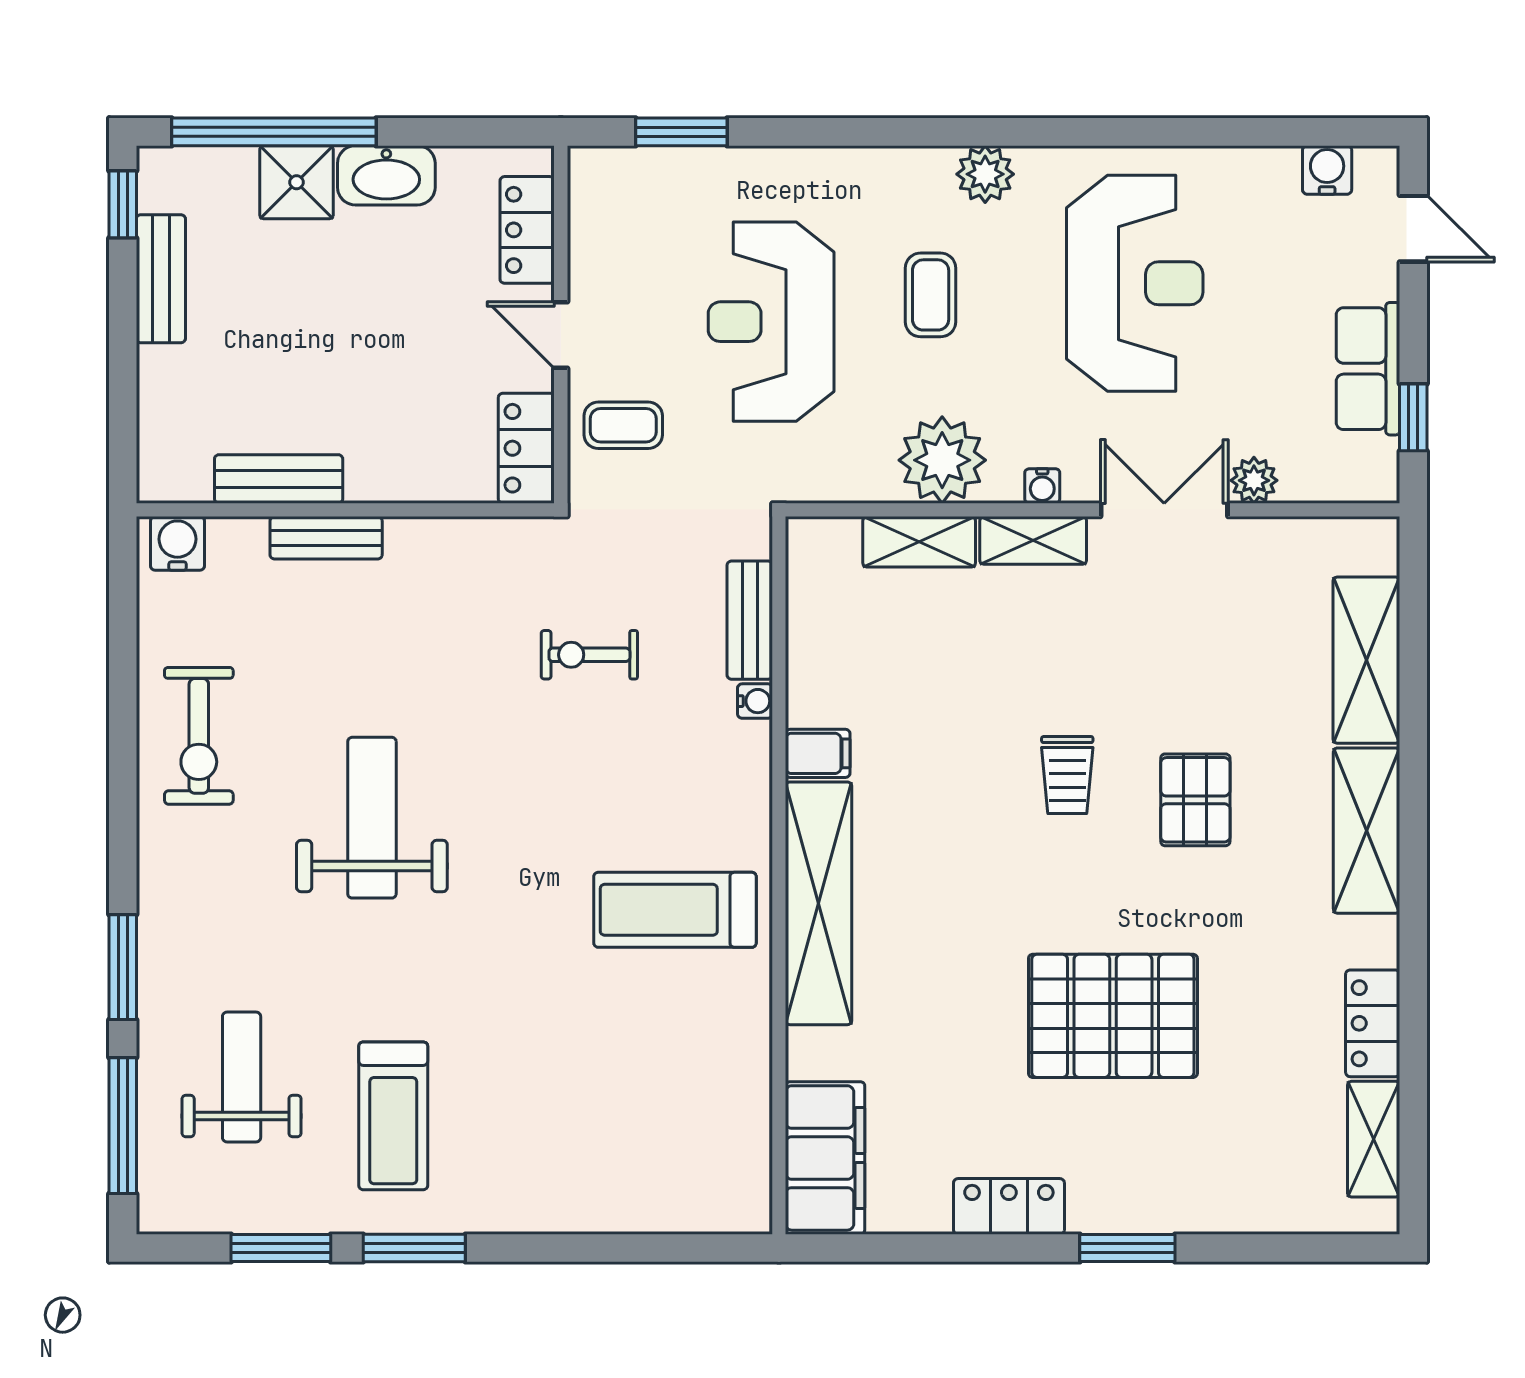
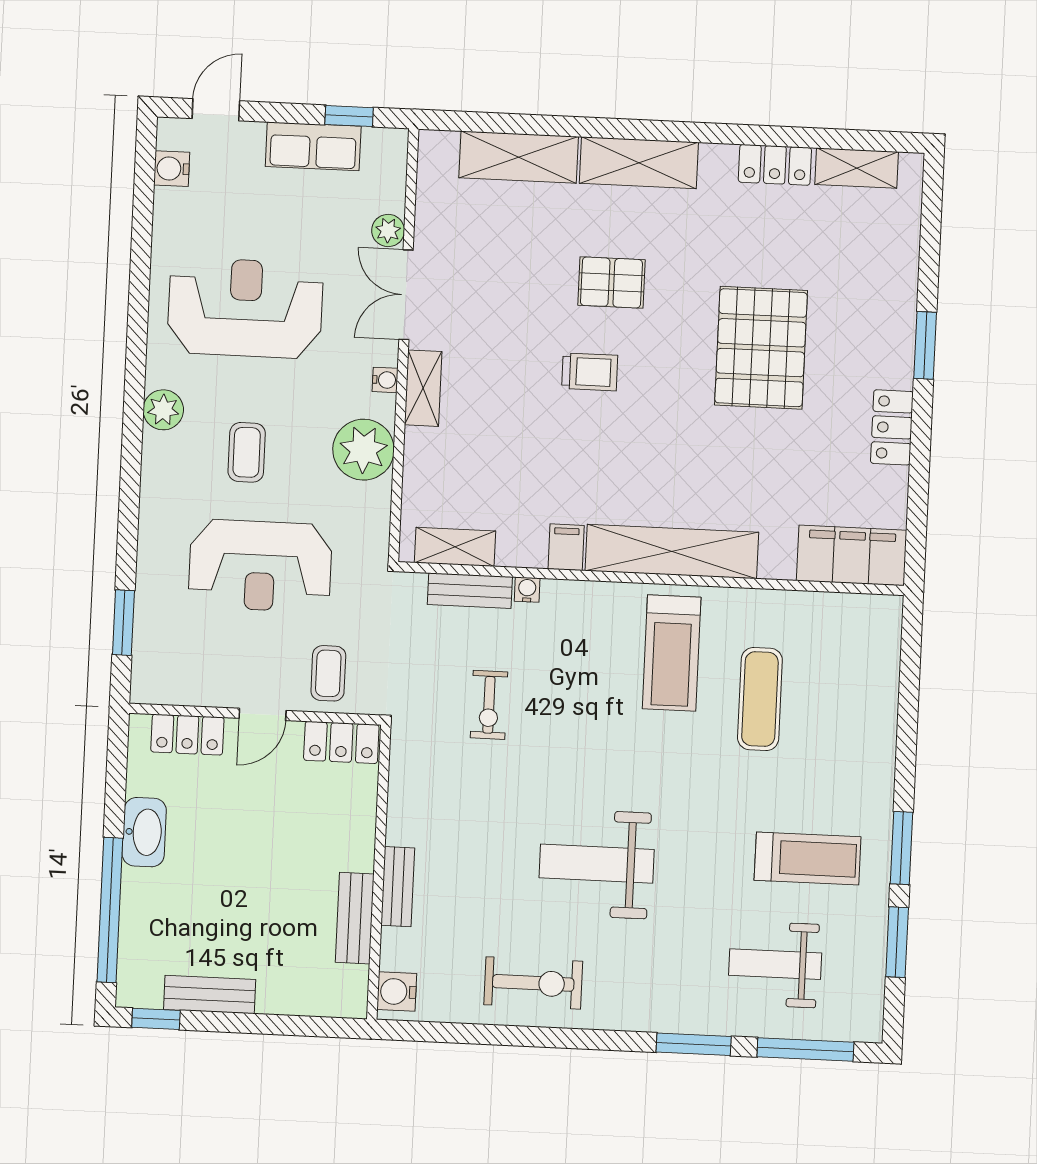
shower: (297, 182) -> (146, 896), removed
coffee table: (931, 295) -> (247, 452), turned 90
shelving: (919, 542) -> (455, 547), moved, turned 90
exercise mat: (616, 1038) -> (760, 699), added

